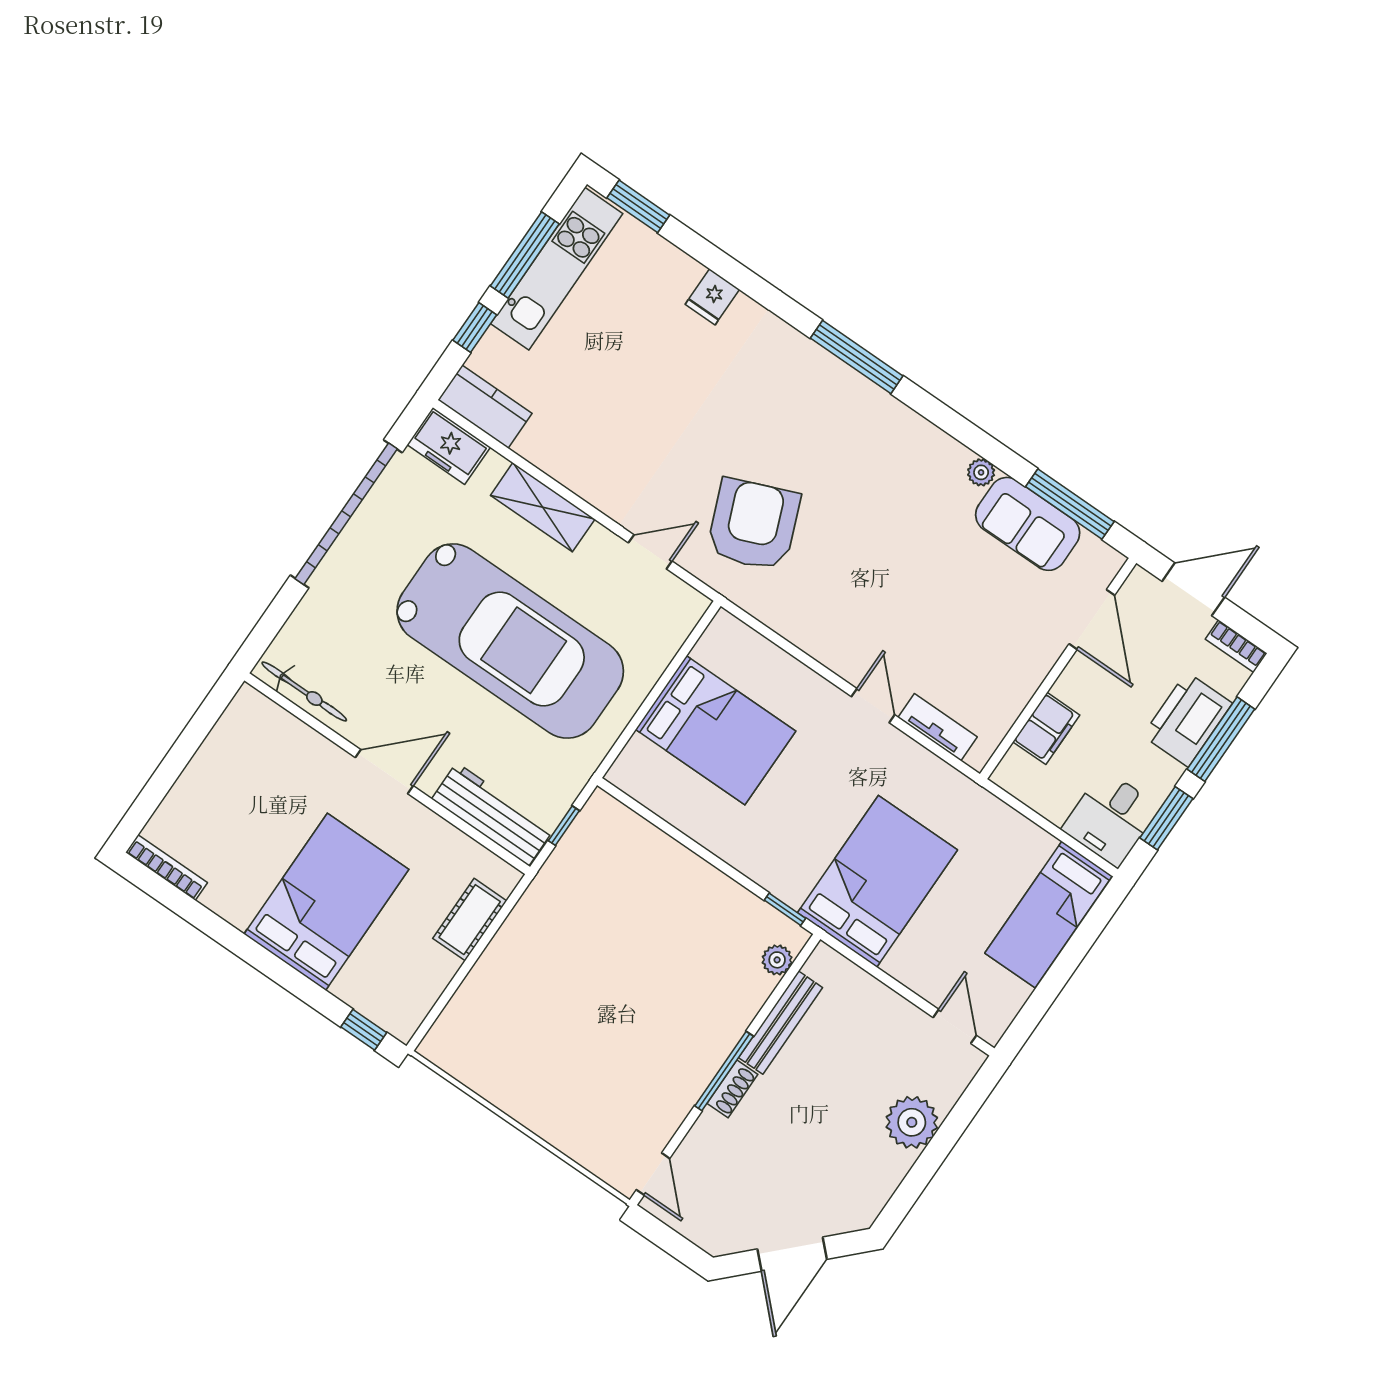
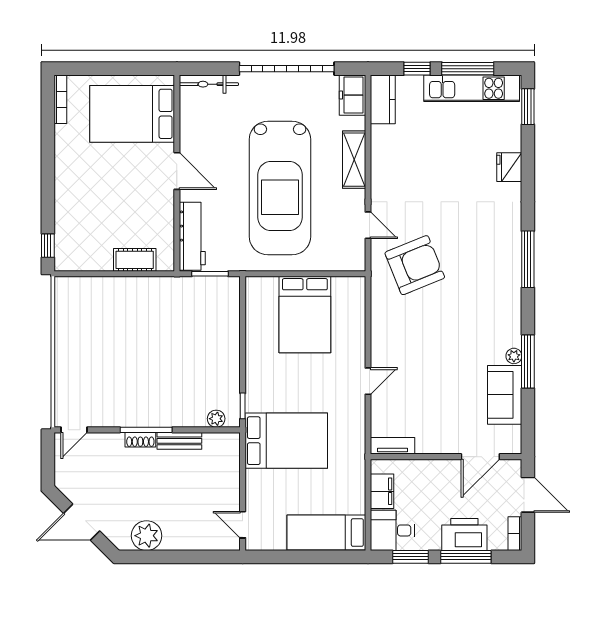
fridge: (712, 297) -> (509, 167), width x1.38
window: (1070, 504) -> (528, 361), moved
bicycle: (304, 692) -> (209, 84), moved, turned 90
tv unit: (938, 727) -> (393, 446), moved, turned -90
filing cabinet: (1046, 728) -> (382, 491), moved, turned -90
window: (564, 826) -> (210, 274), width x1.50
bed: (326, 902) -> (132, 114), moved, turned 180
bench: (781, 1023) -> (179, 441), width x0.73
door: (955, 1026) -> (243, 525), swing flipped
plant: (912, 1122) -> (147, 536), moved

